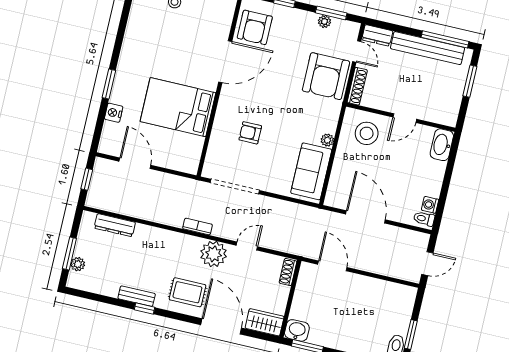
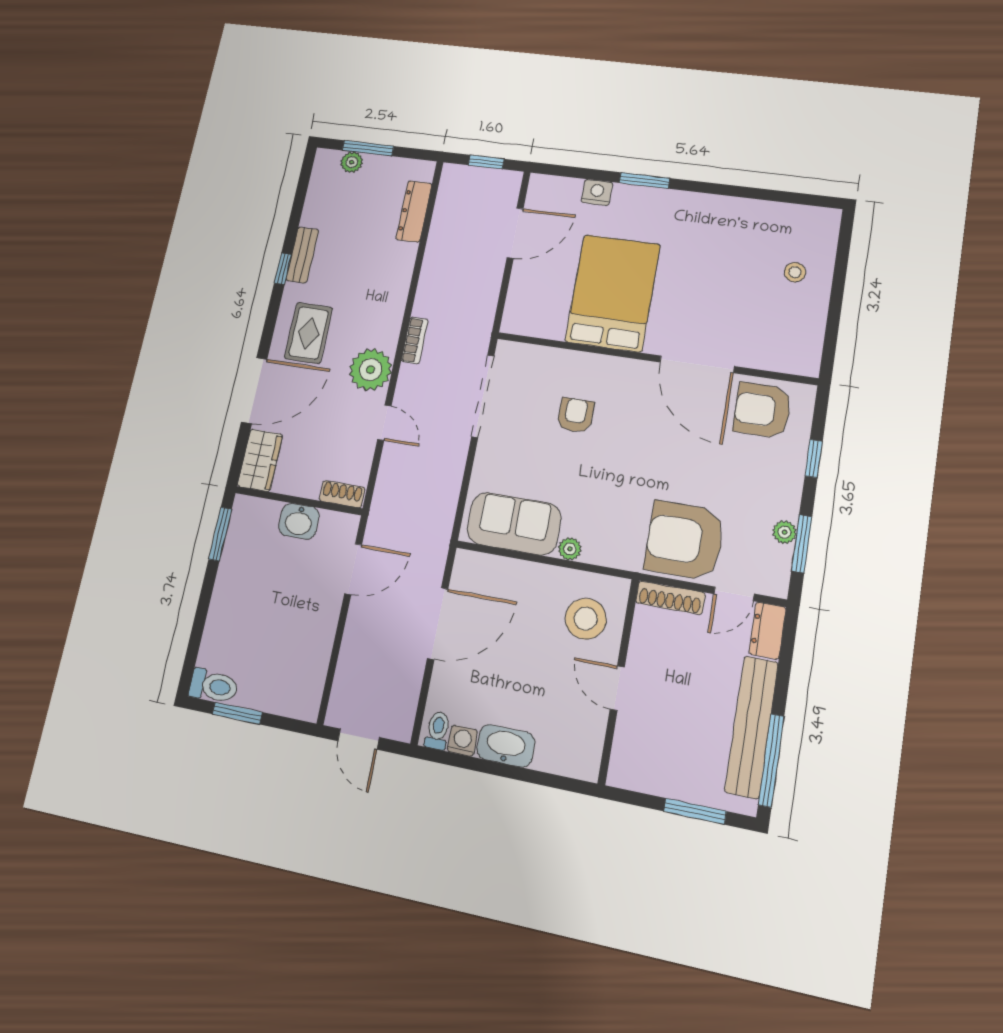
washbasin: (442, 145) -> (506, 746), moved
washbasin: (297, 330) -> (299, 521), moved, turned 90

